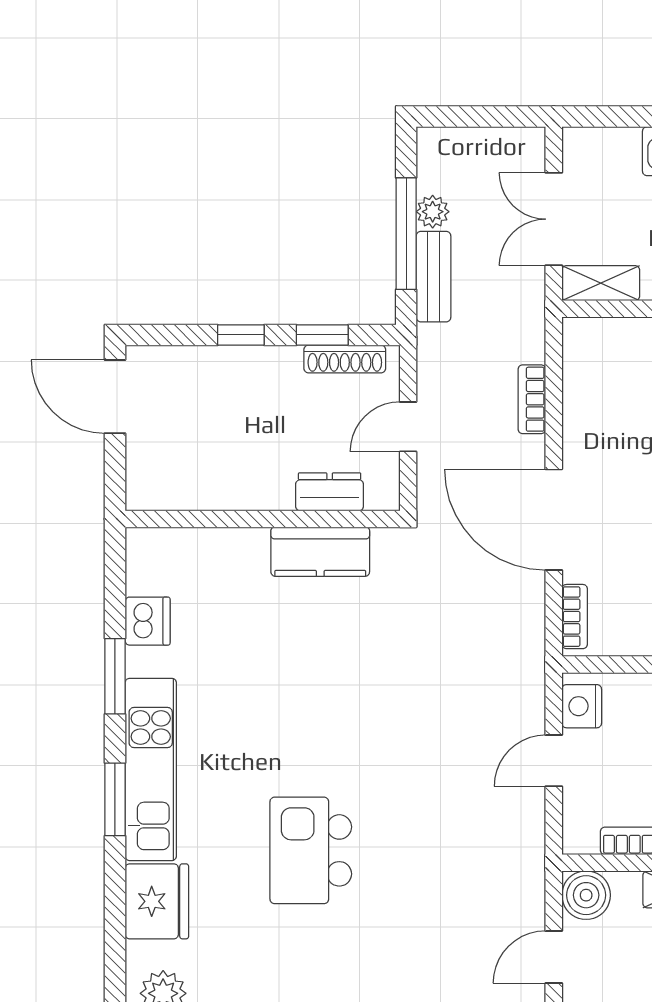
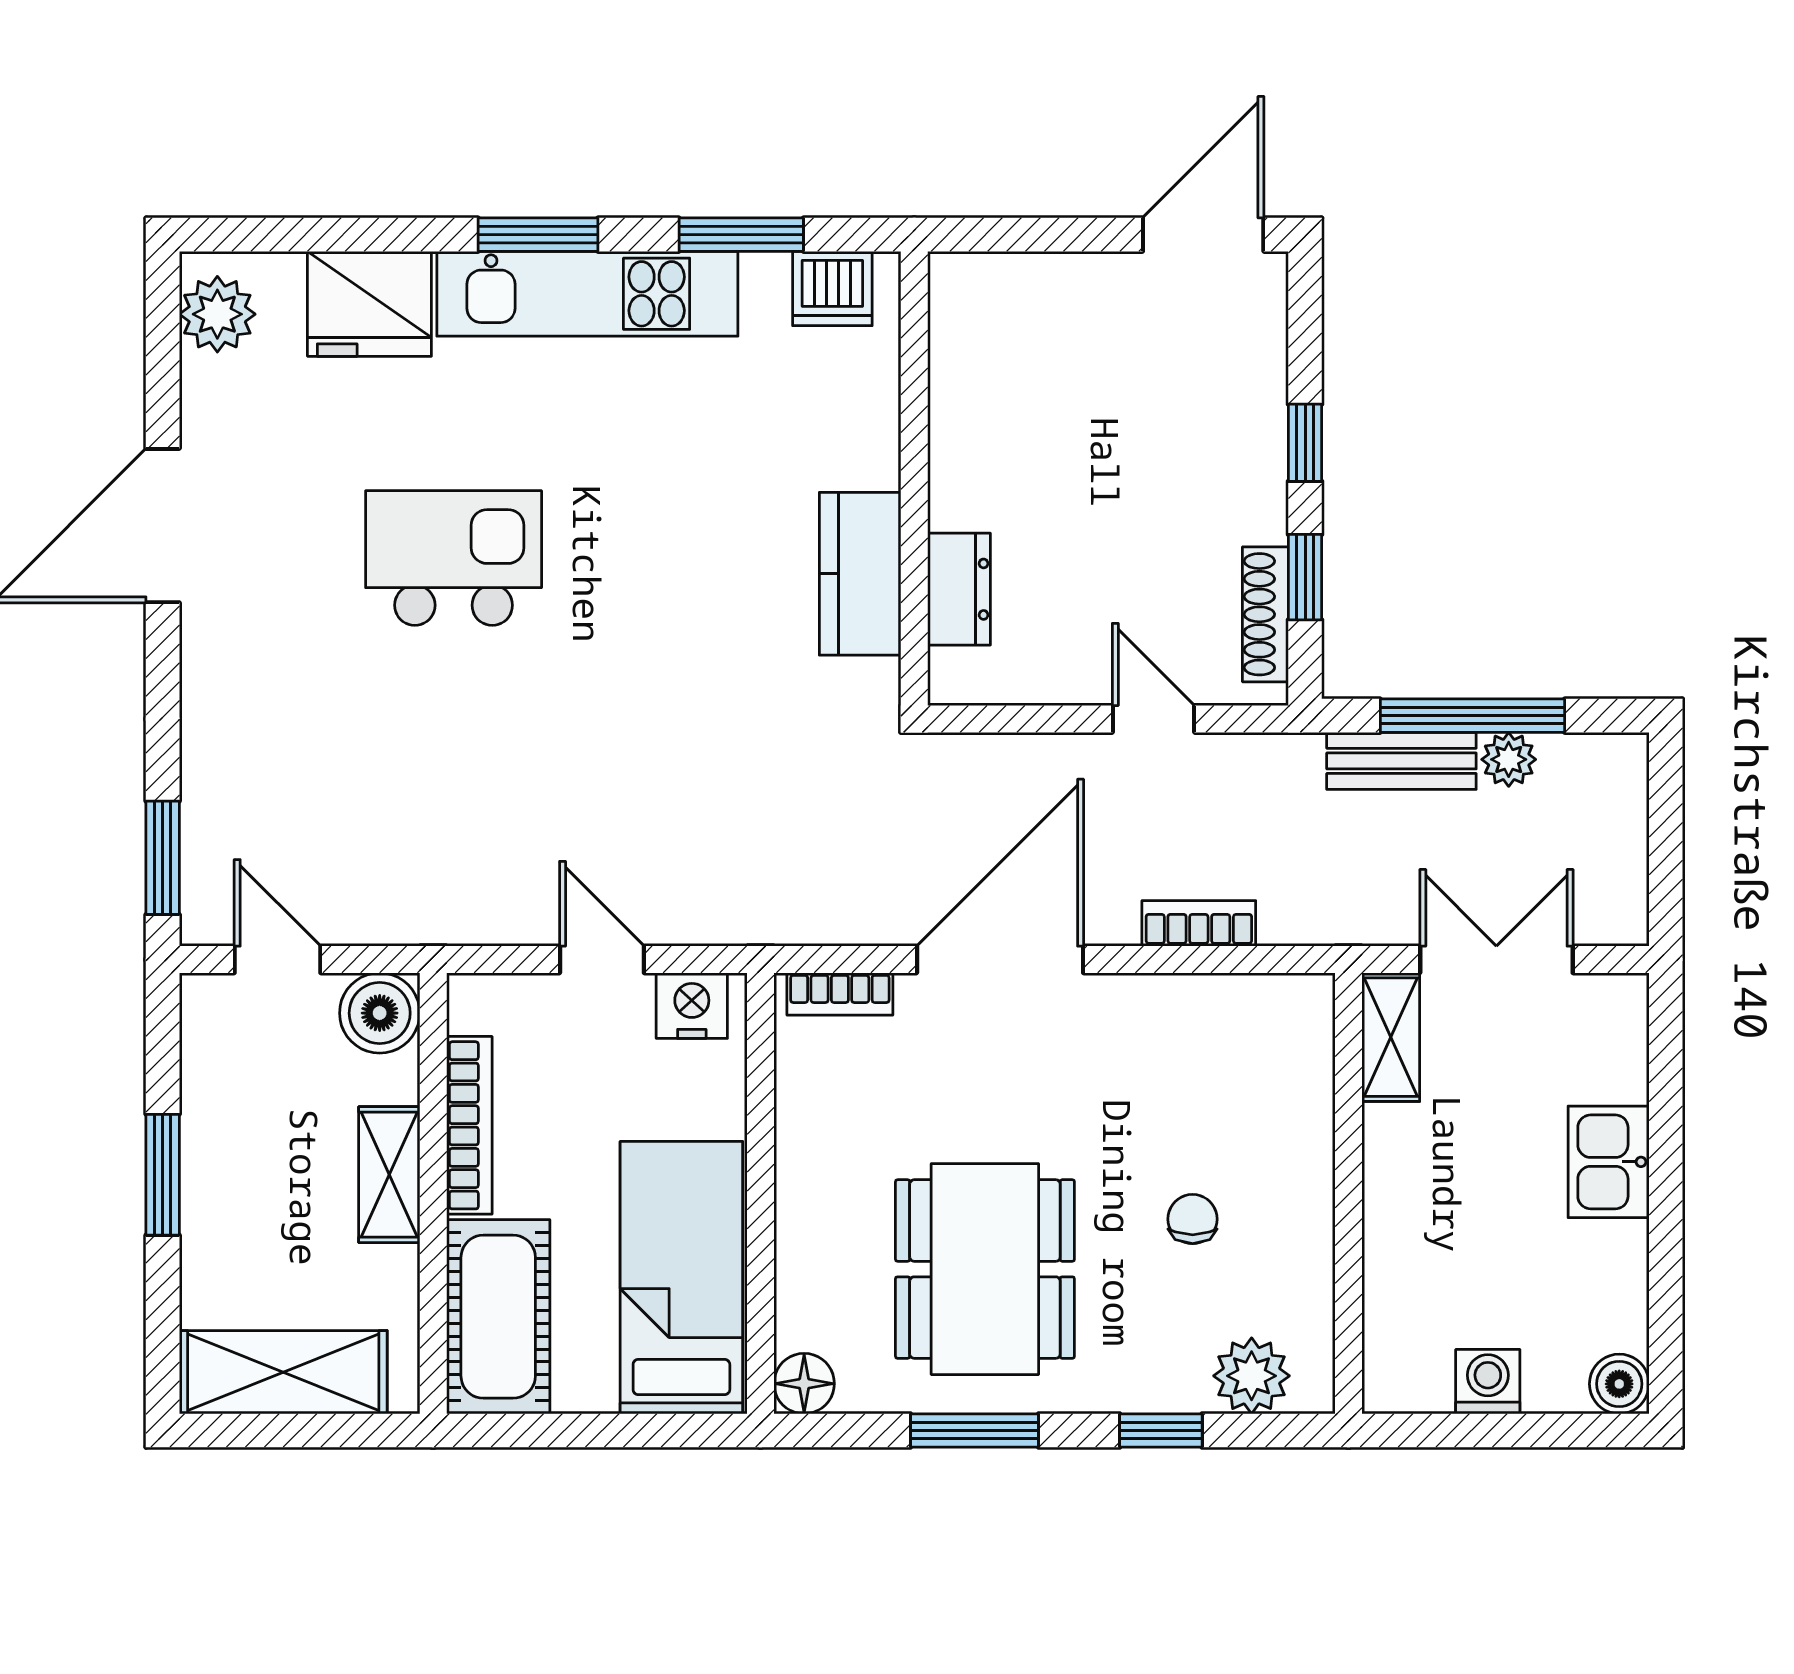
dresser: (330, 492) -> (959, 589), moved
wall: (263, 519) -> (914, 478), moved
kitchen counter: (320, 552) -> (860, 574), moved

